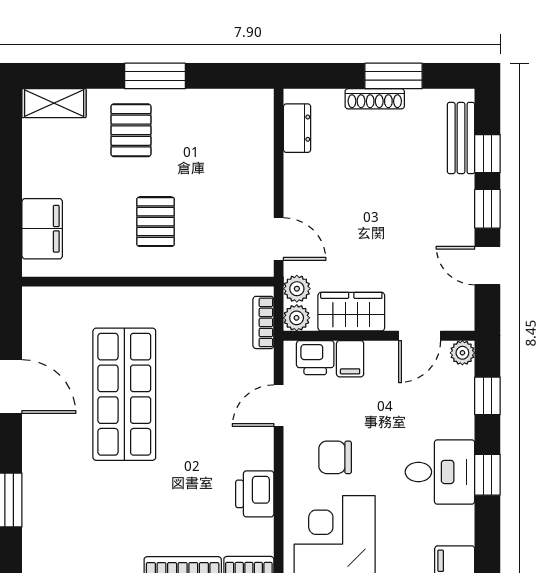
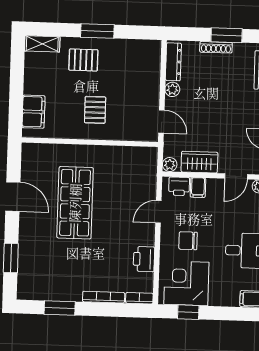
dresser: (297, 128) -> (173, 62), width x1.44
pallet: (131, 130) -> (83, 60), turned 90
plant: (297, 289) -> (172, 89), moved
bookcase: (263, 322) -> (152, 166), removed

